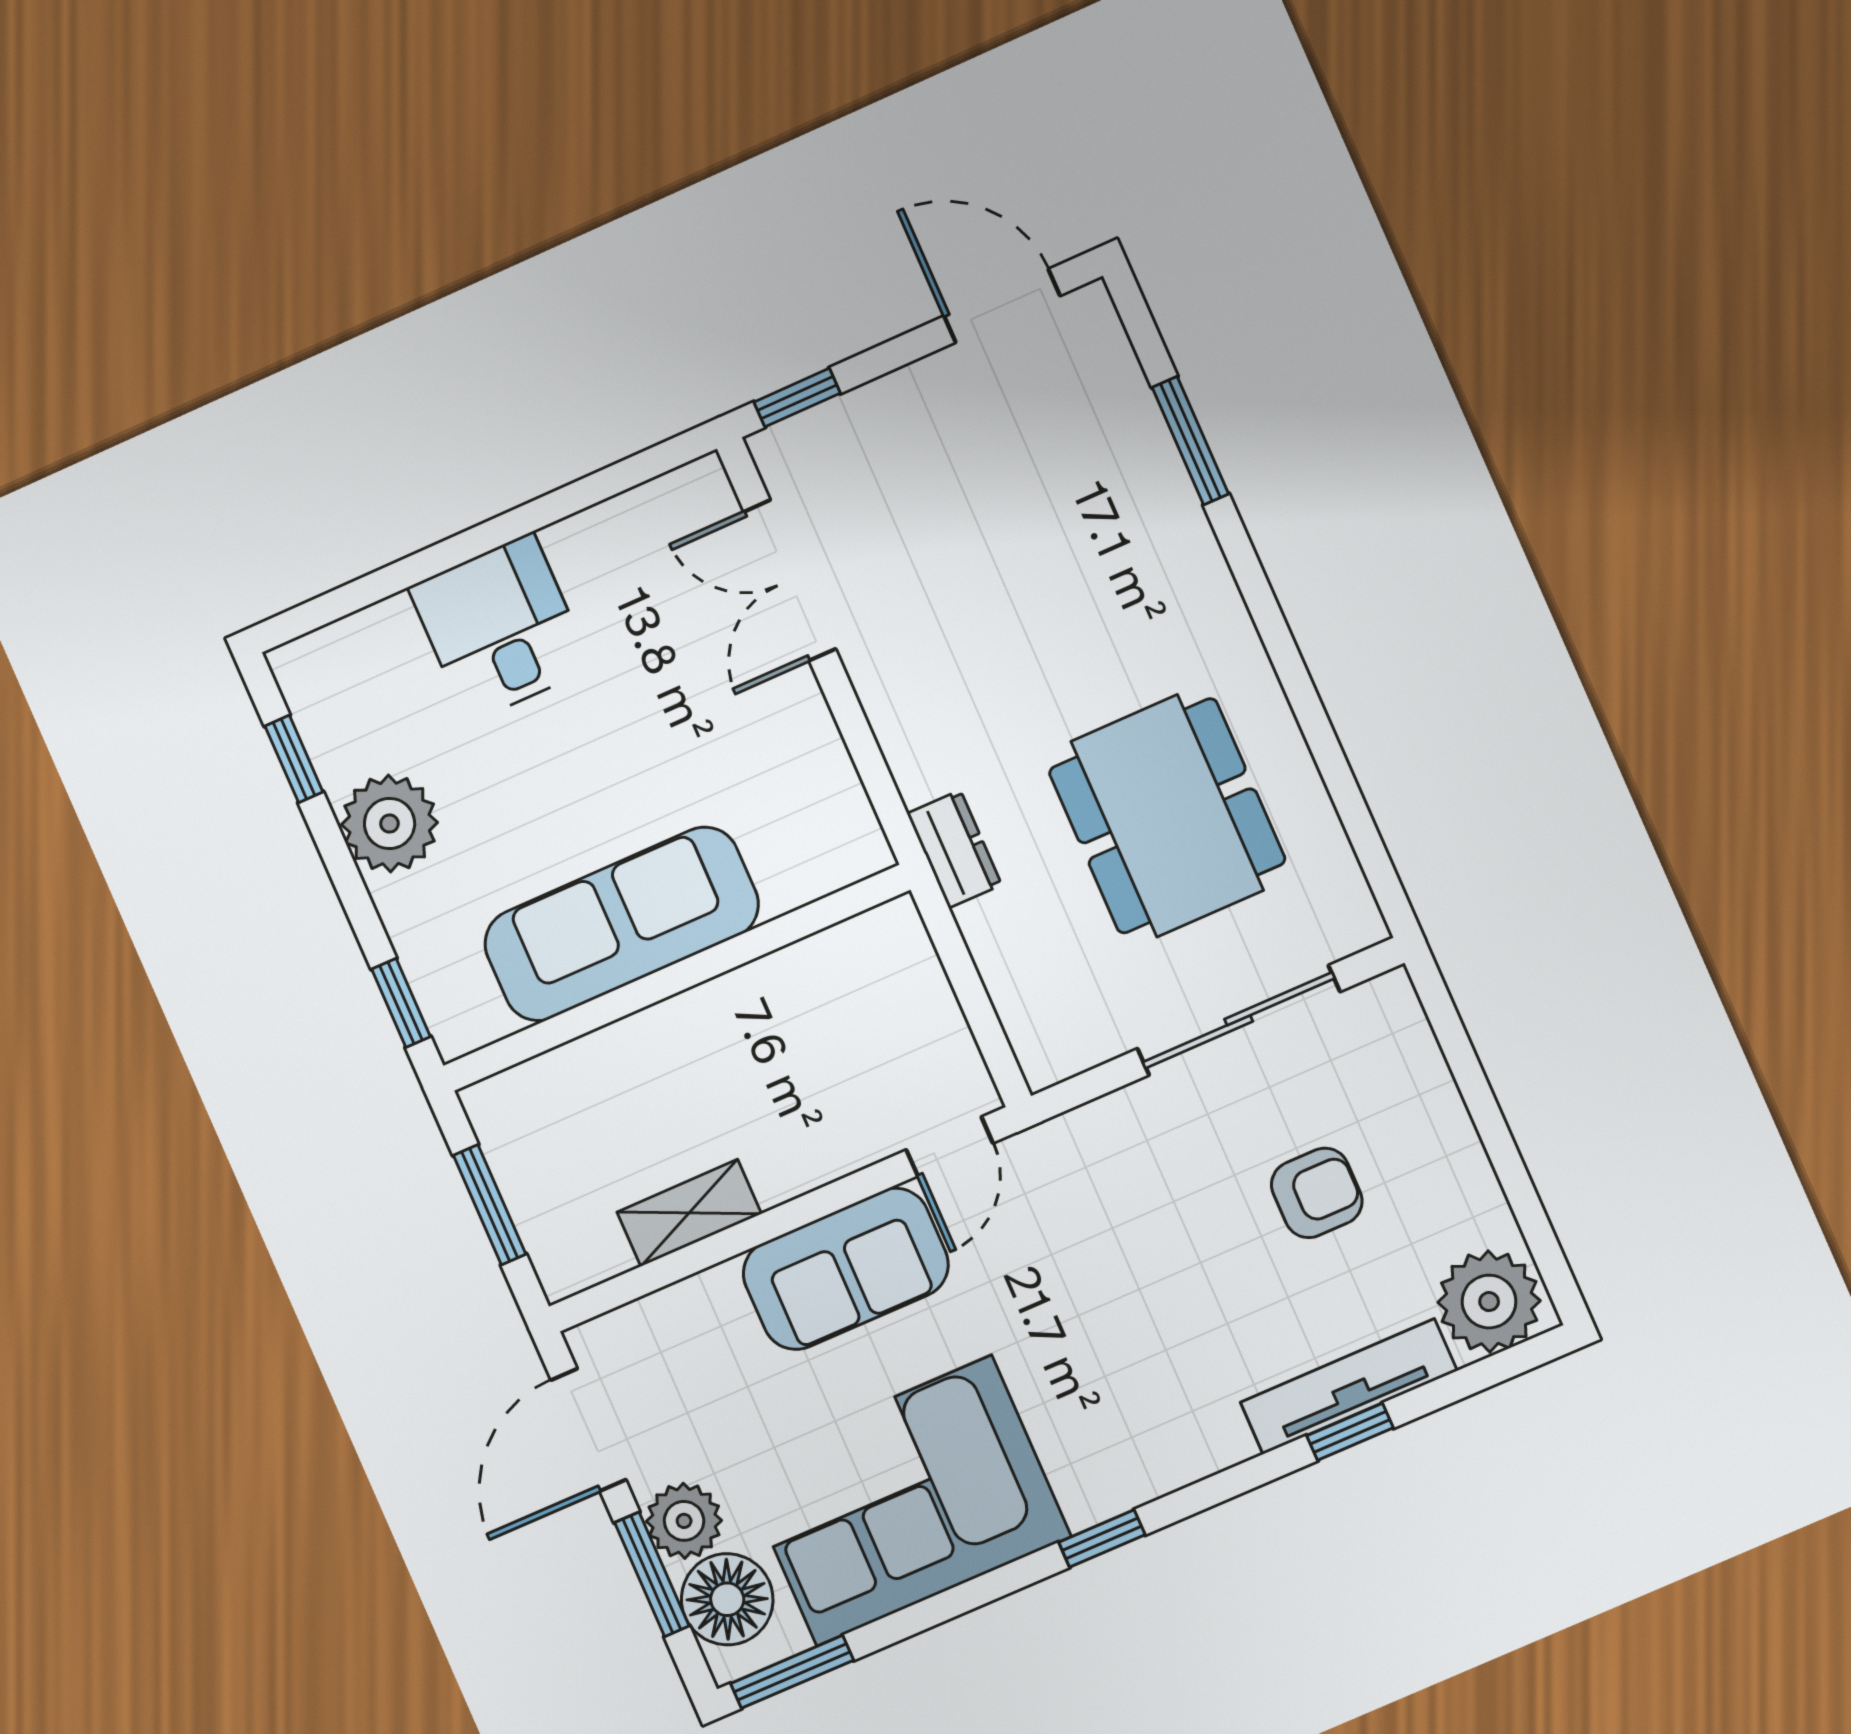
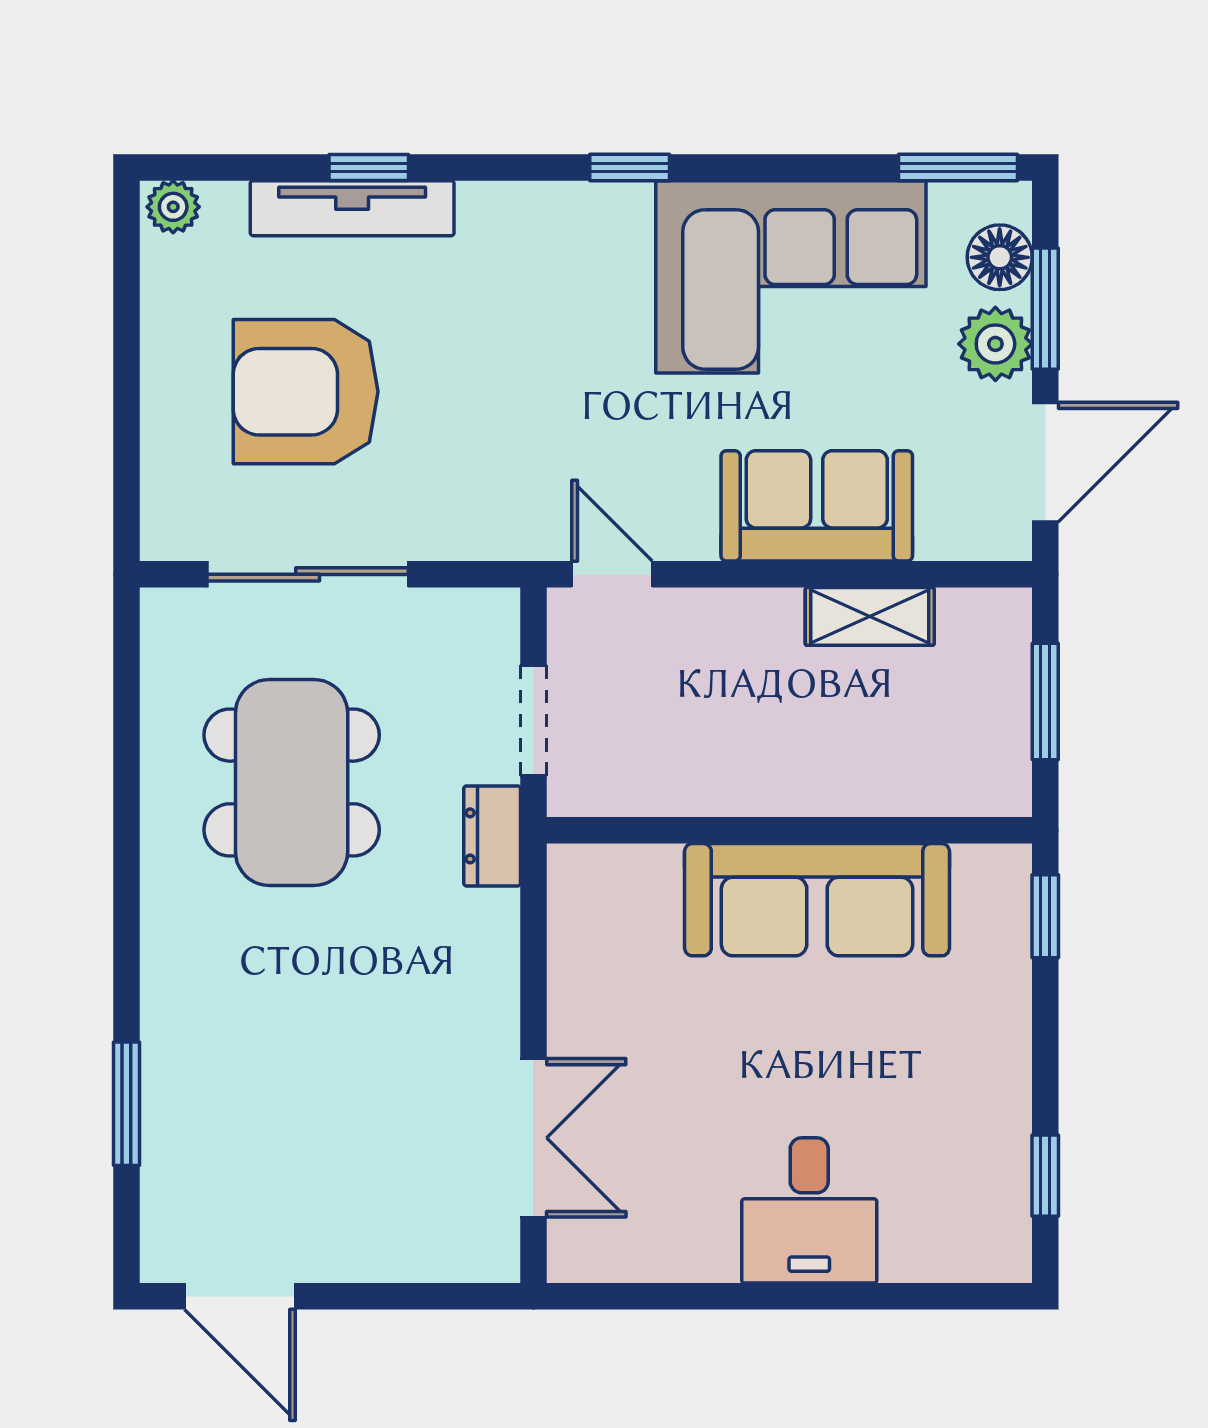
window: (797, 398) -> (456, 1296), removed
plant: (389, 824) -> (985, 1080), removed
doorway: (963, 976) -> (533, 721), added
door: (950, 1146) -> (612, 574), hinge flipped
armchair: (1317, 1193) -> (306, 392), width x1.88, depth x1.88
sofa: (846, 1269) -> (817, 506), moved
plant: (1489, 1302) -> (173, 207), width x0.53, depth x0.53
floor lamp: (727, 1599) -> (1000, 257), width x0.73, depth x0.73

